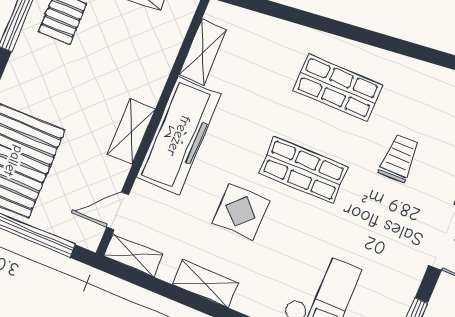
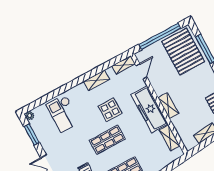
shelving: (131, 132) -> (168, 106), moved

